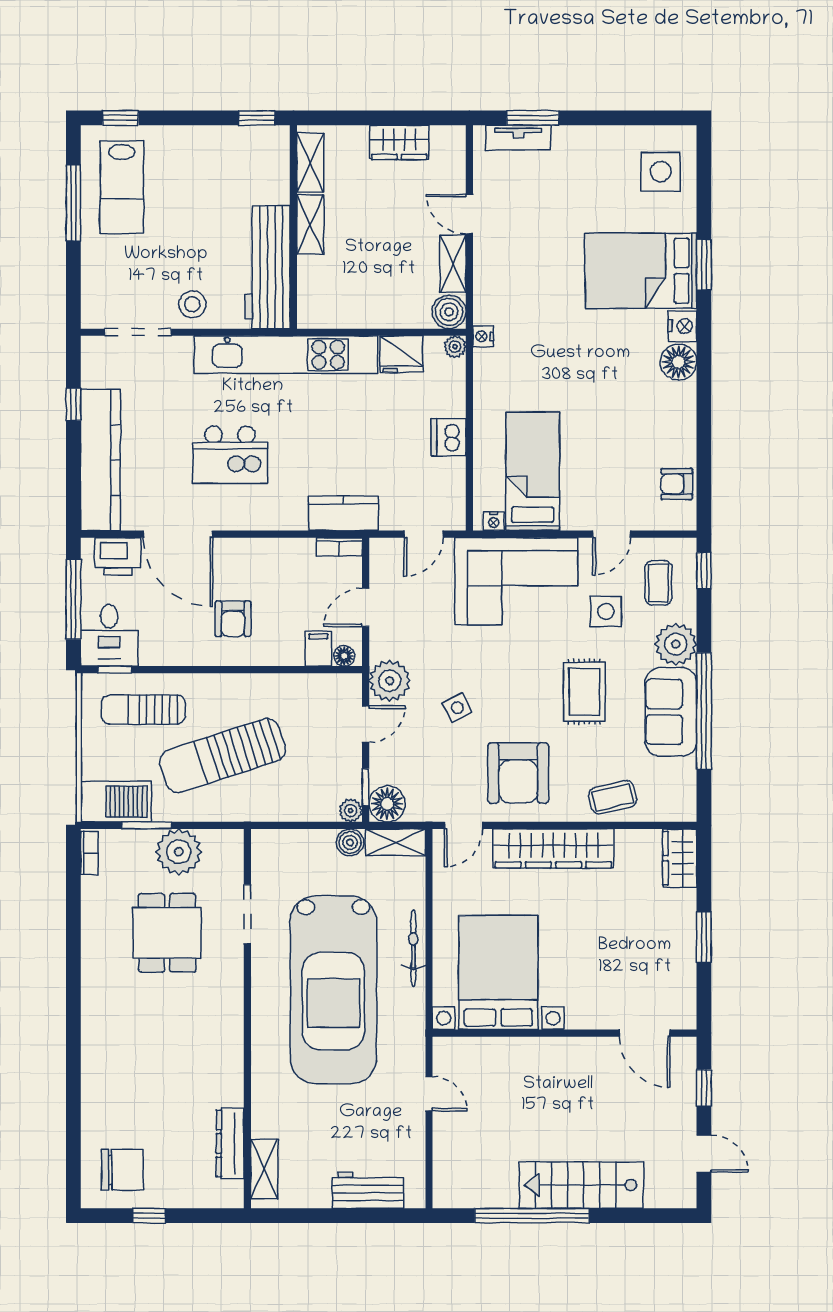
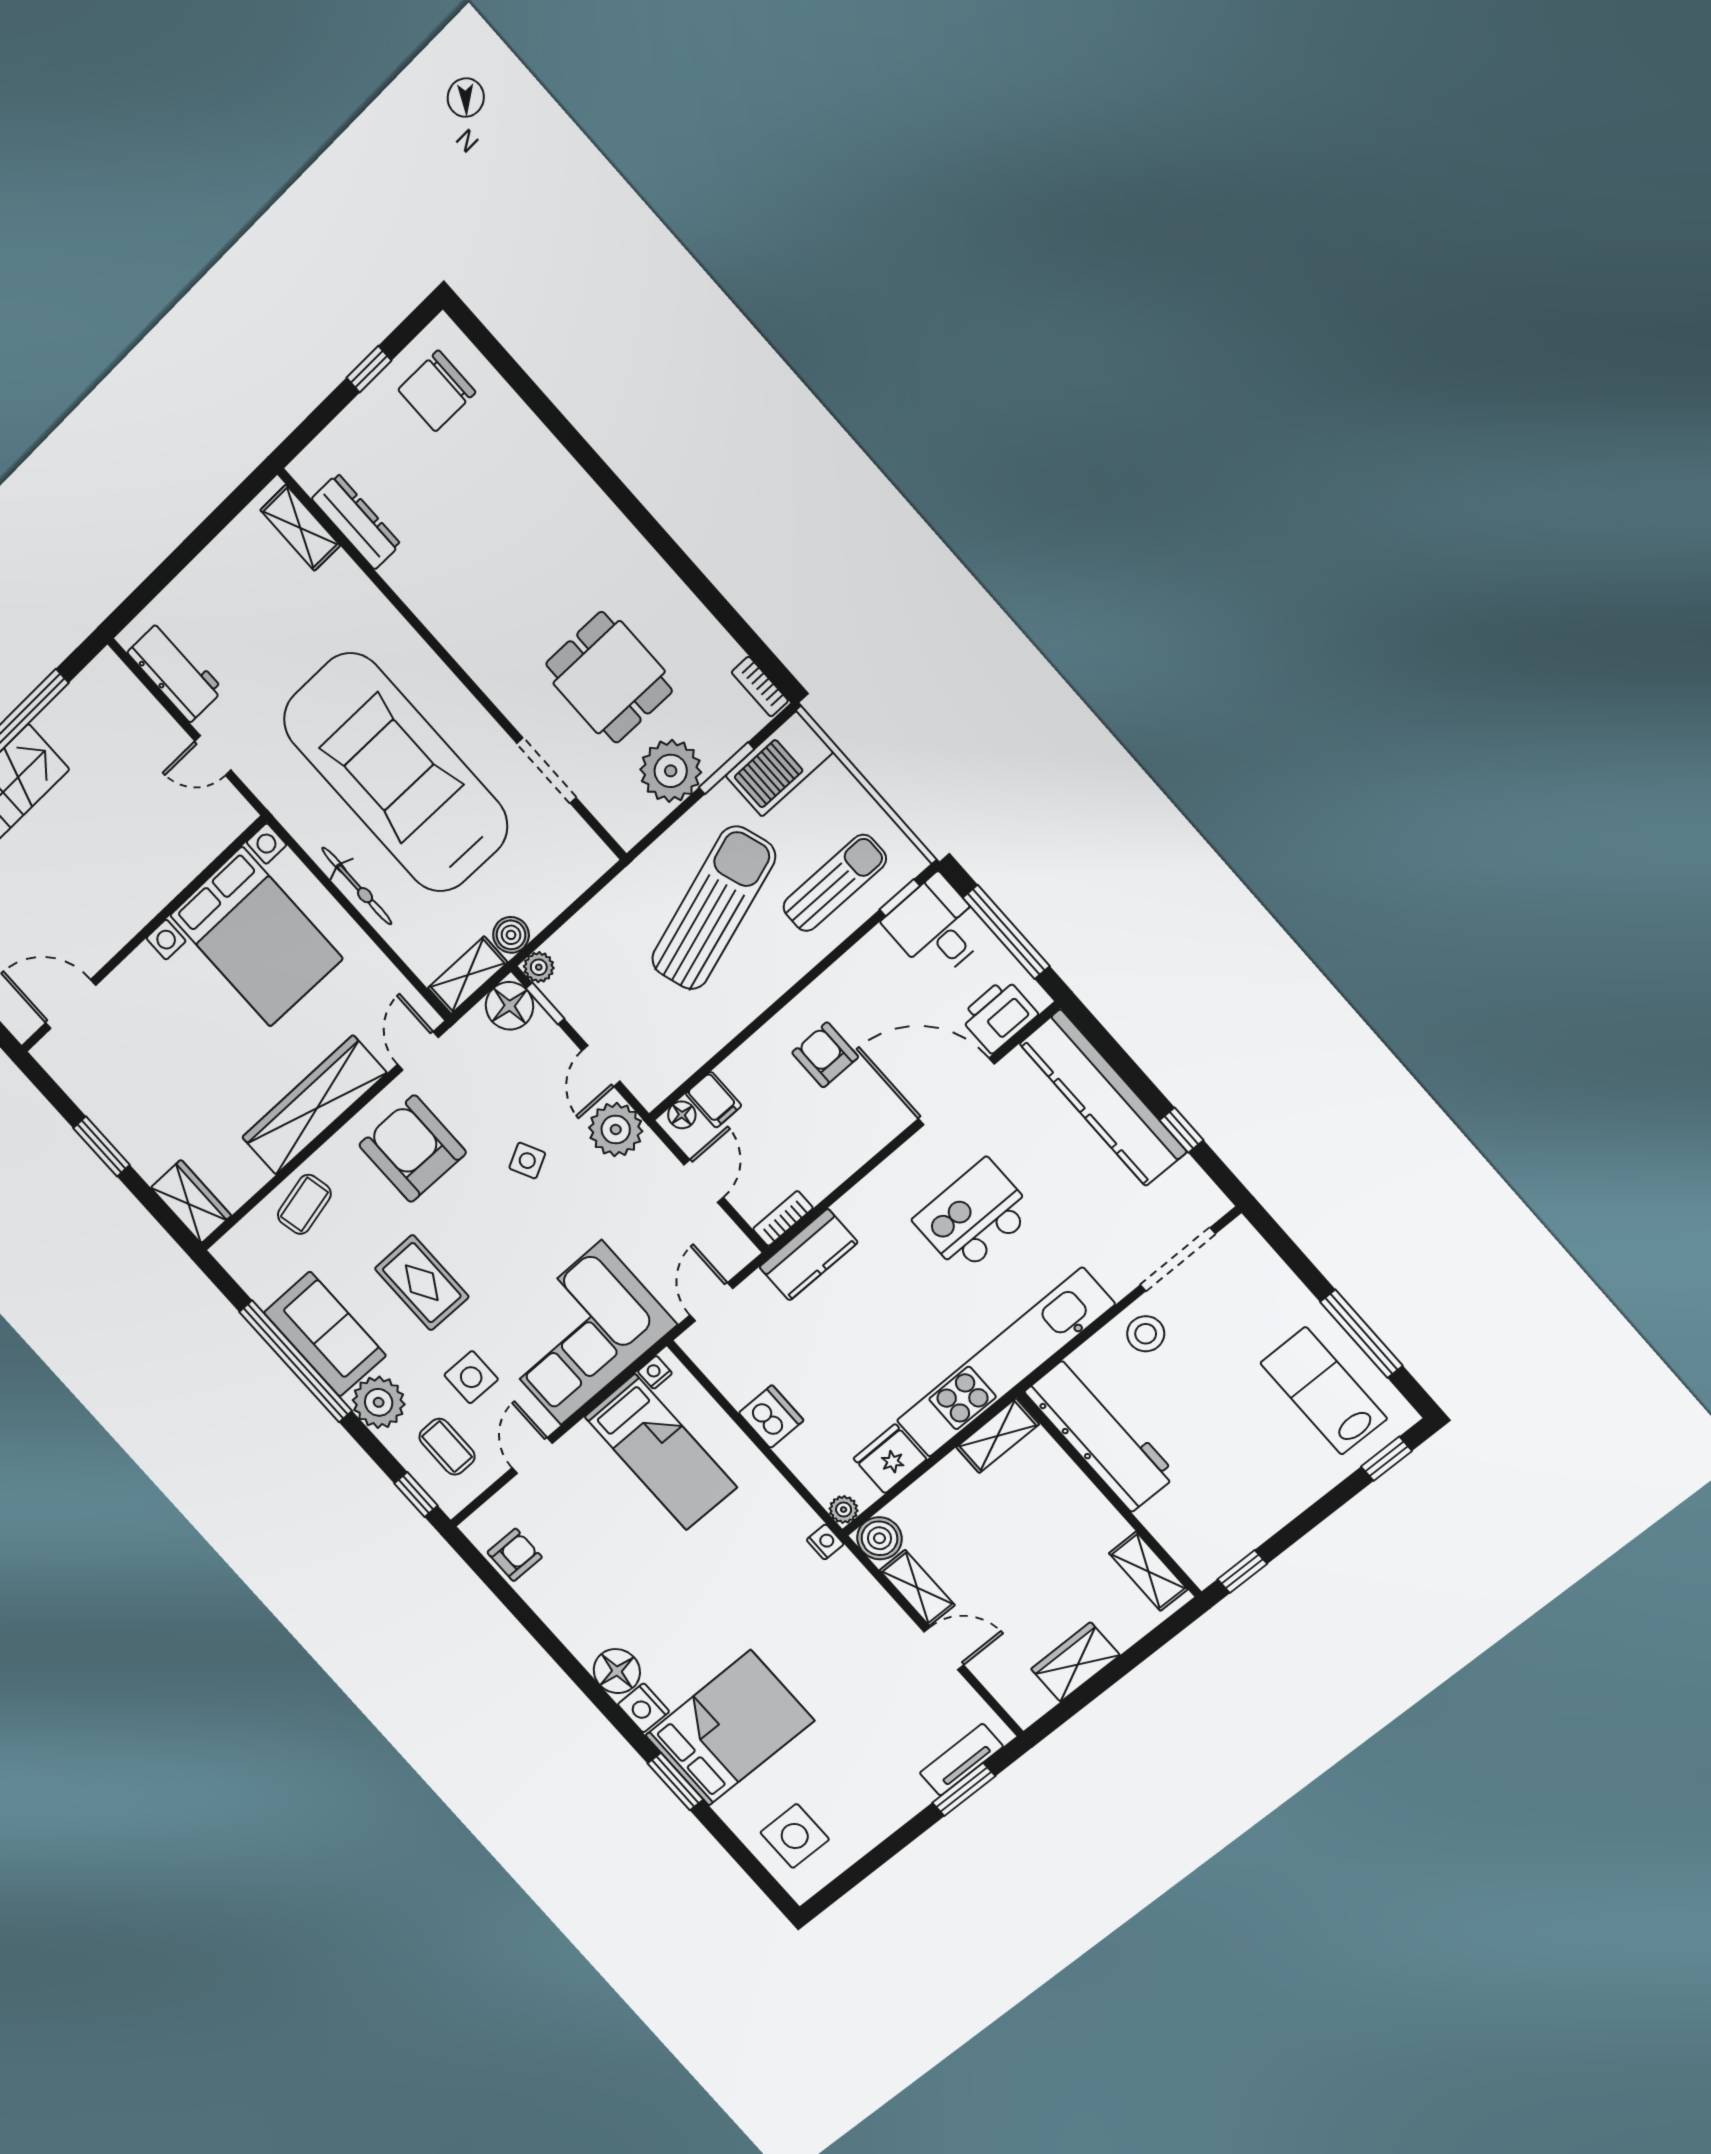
shelving: (310, 224) -> (998, 1436), moved, turned 90
workbench: (368, 1190) -> (175, 671), moved, turned -90

